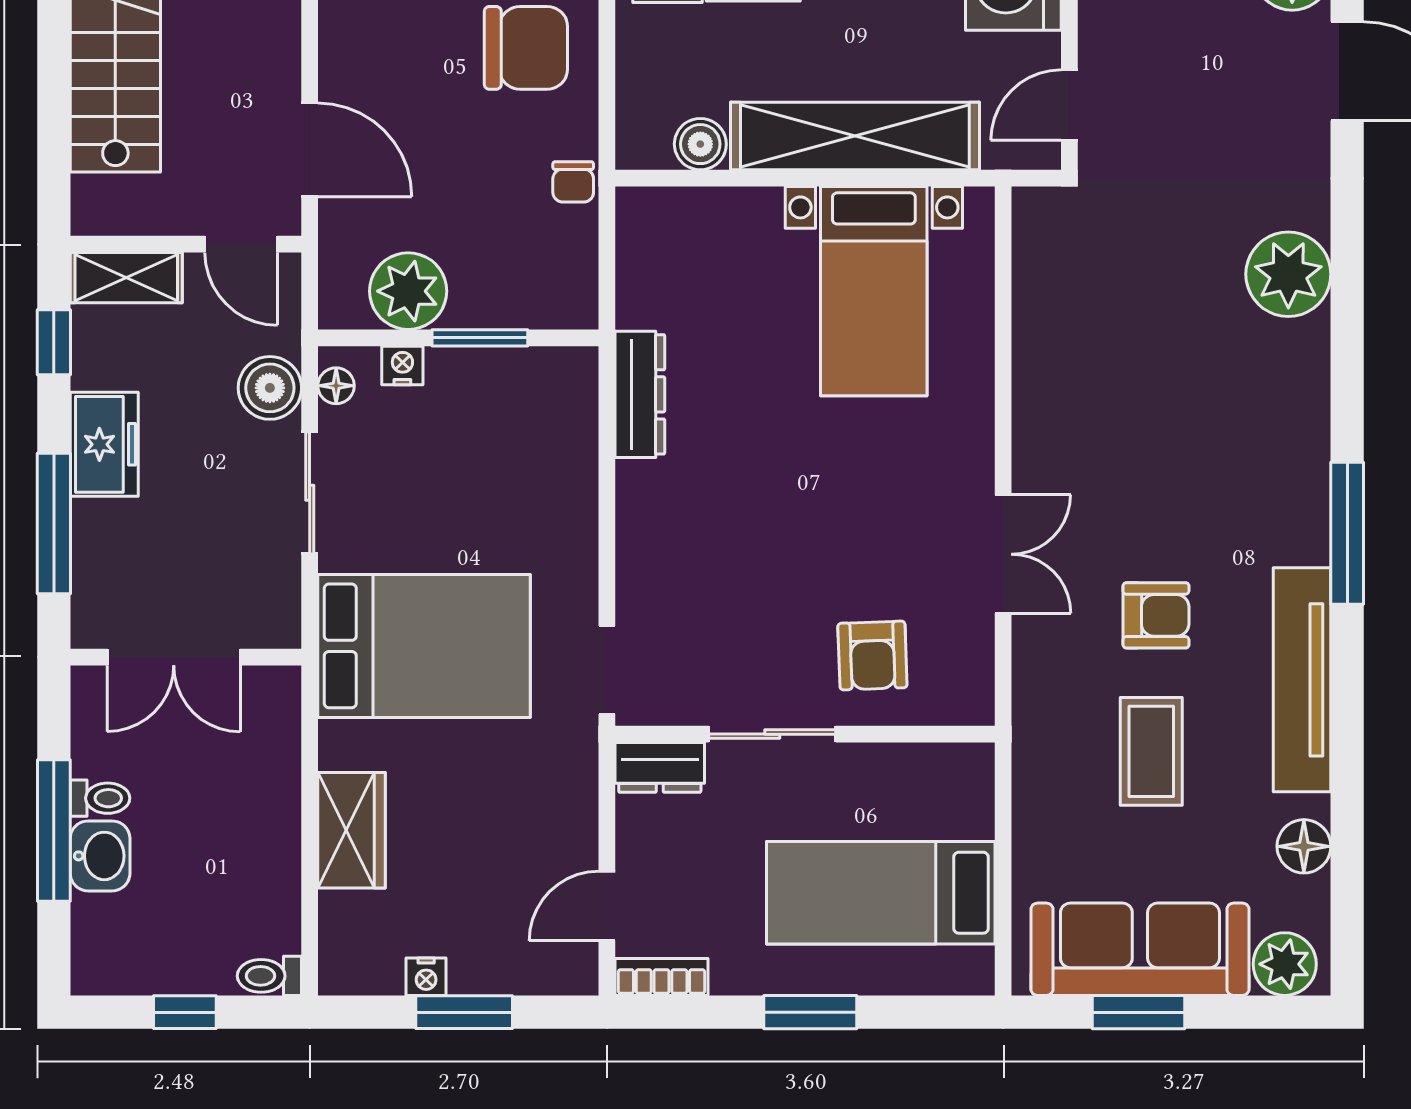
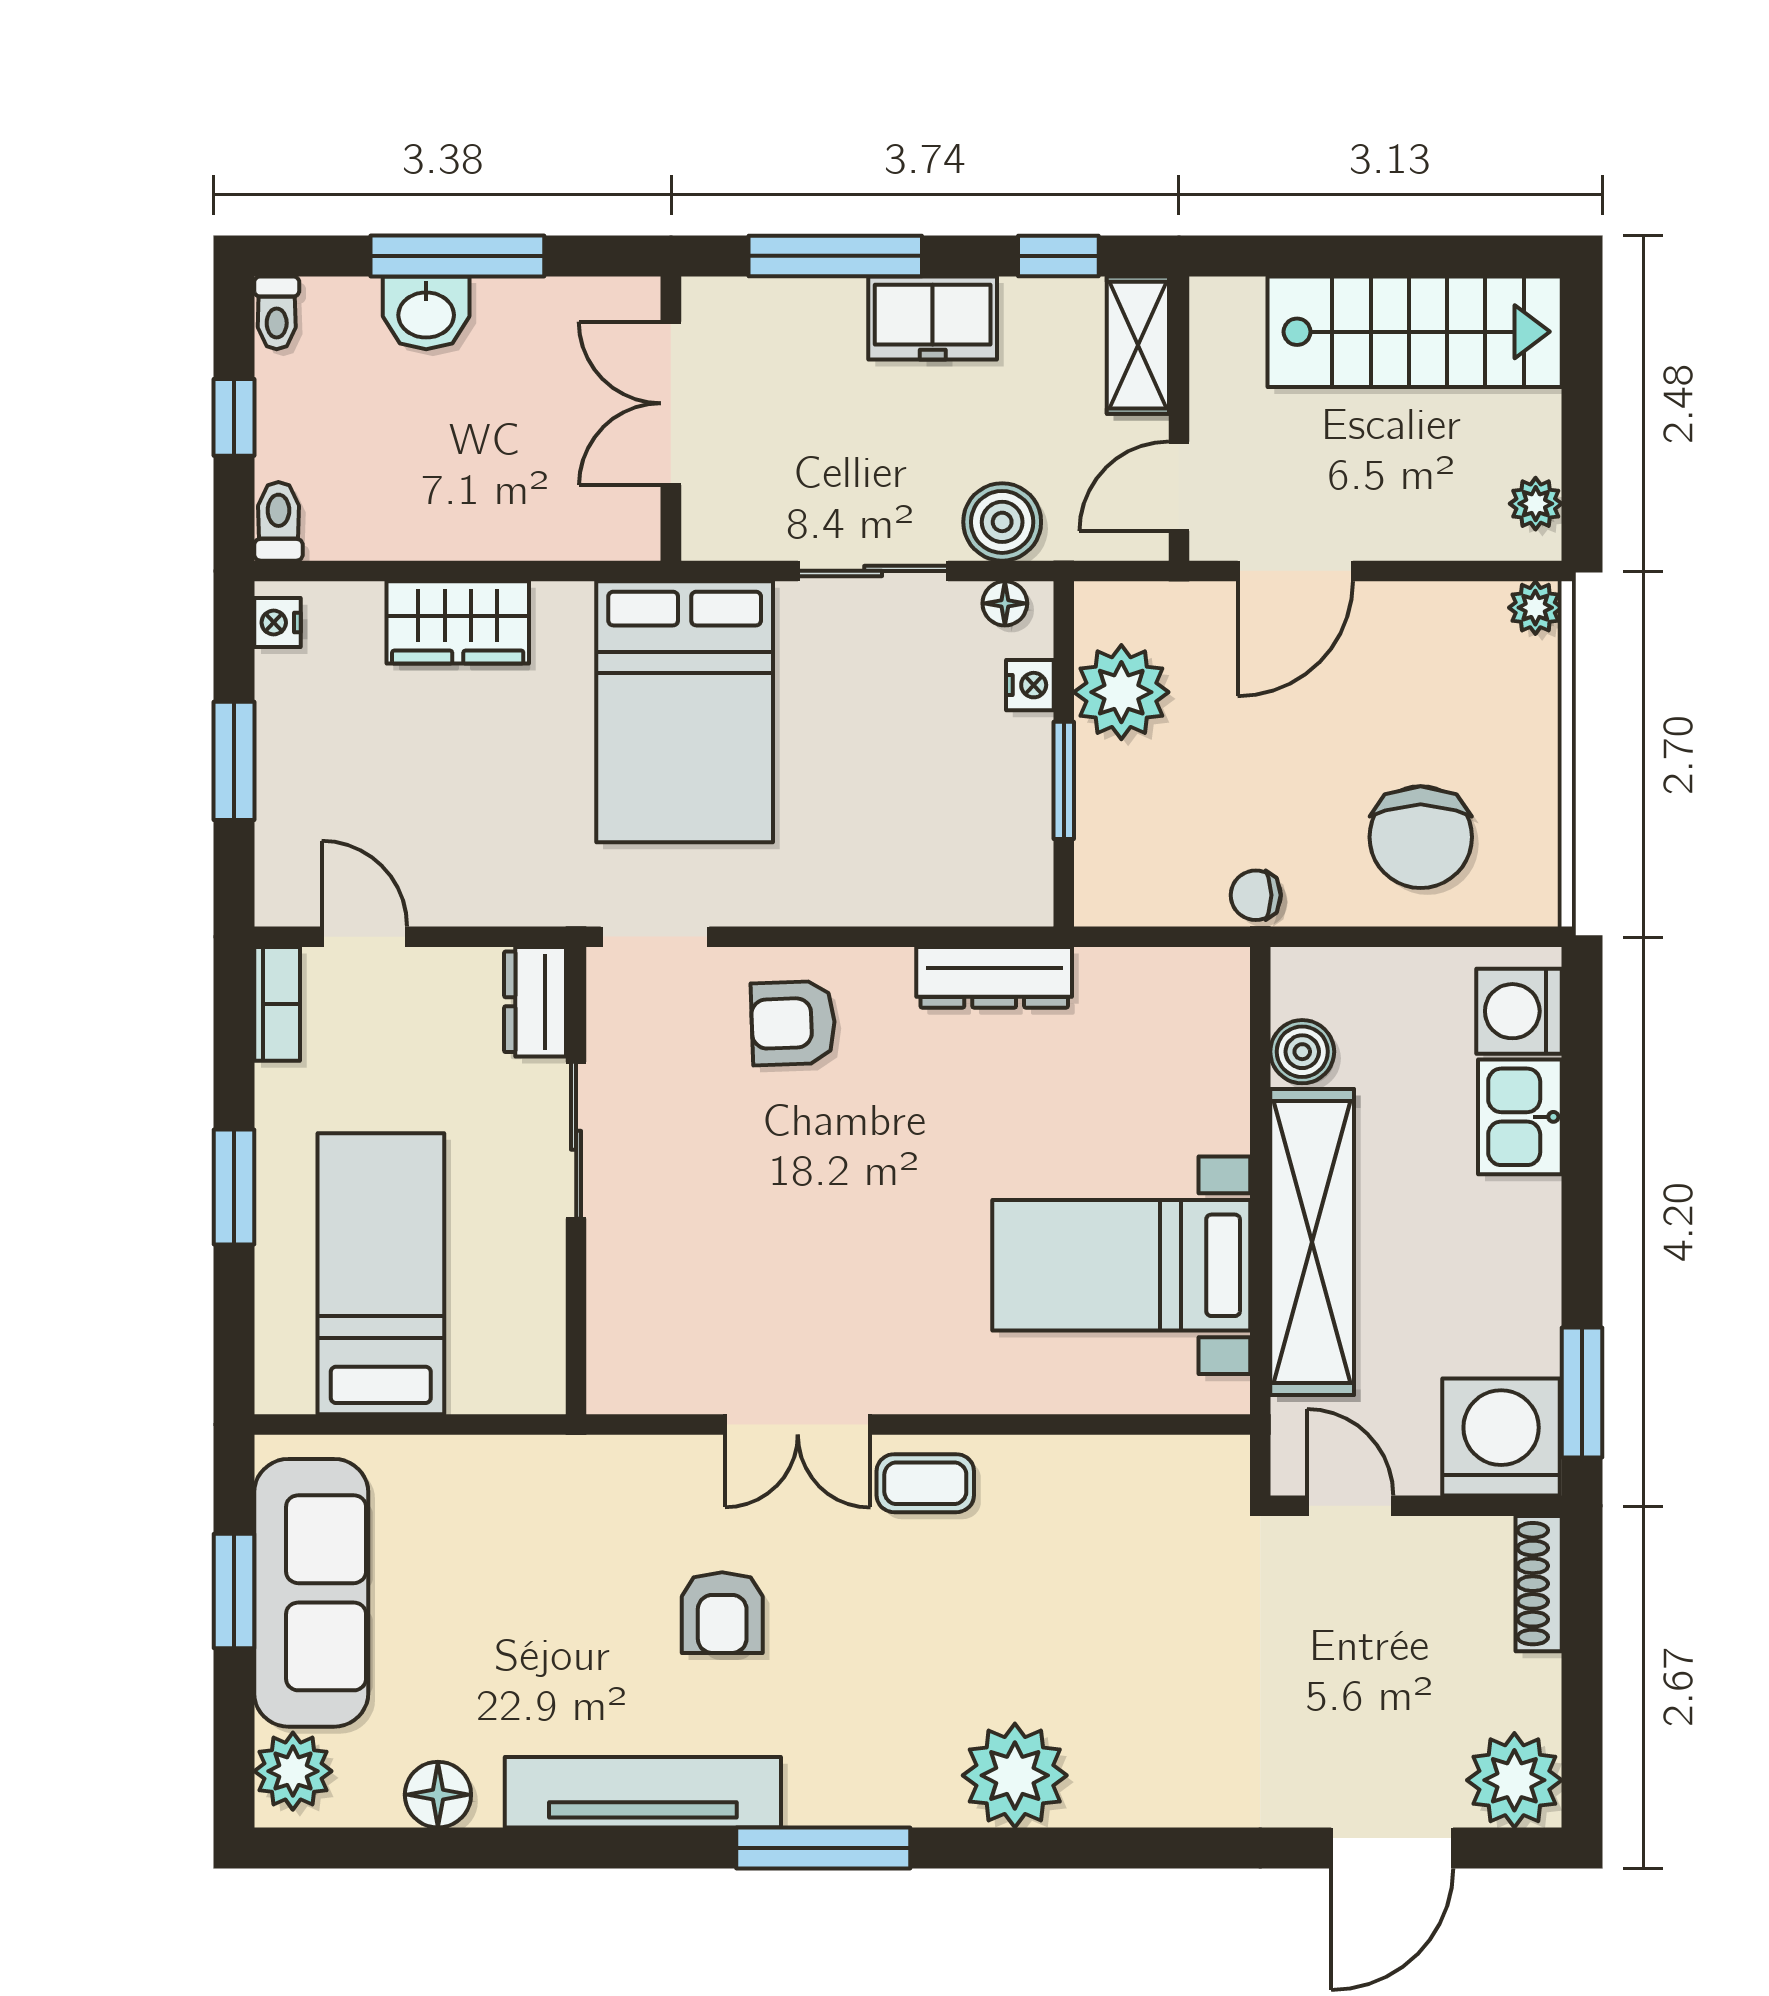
plant: (1288, 274) -> (1015, 1775), moved
armchair: (872, 656) -> (793, 1023), moved
coffee table: (1151, 751) -> (925, 1483), moved, width x0.73, depth x0.77
toilet: (100, 798) -> (277, 313), moved
nightstand: (426, 977) -> (277, 623), moved

